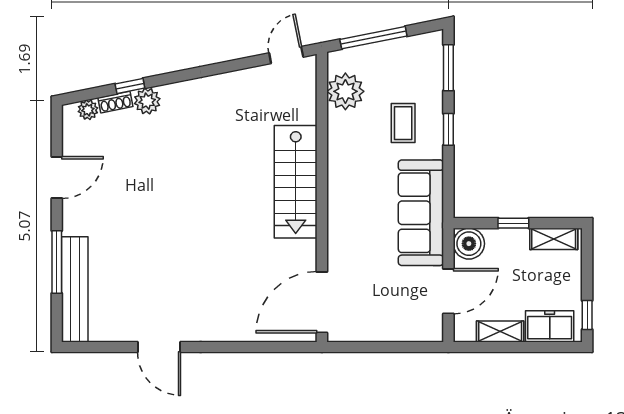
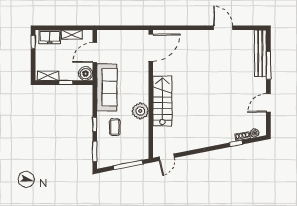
plant: (345, 91) -> (140, 111), moved
plant: (147, 101) -> (228, 137), removed

